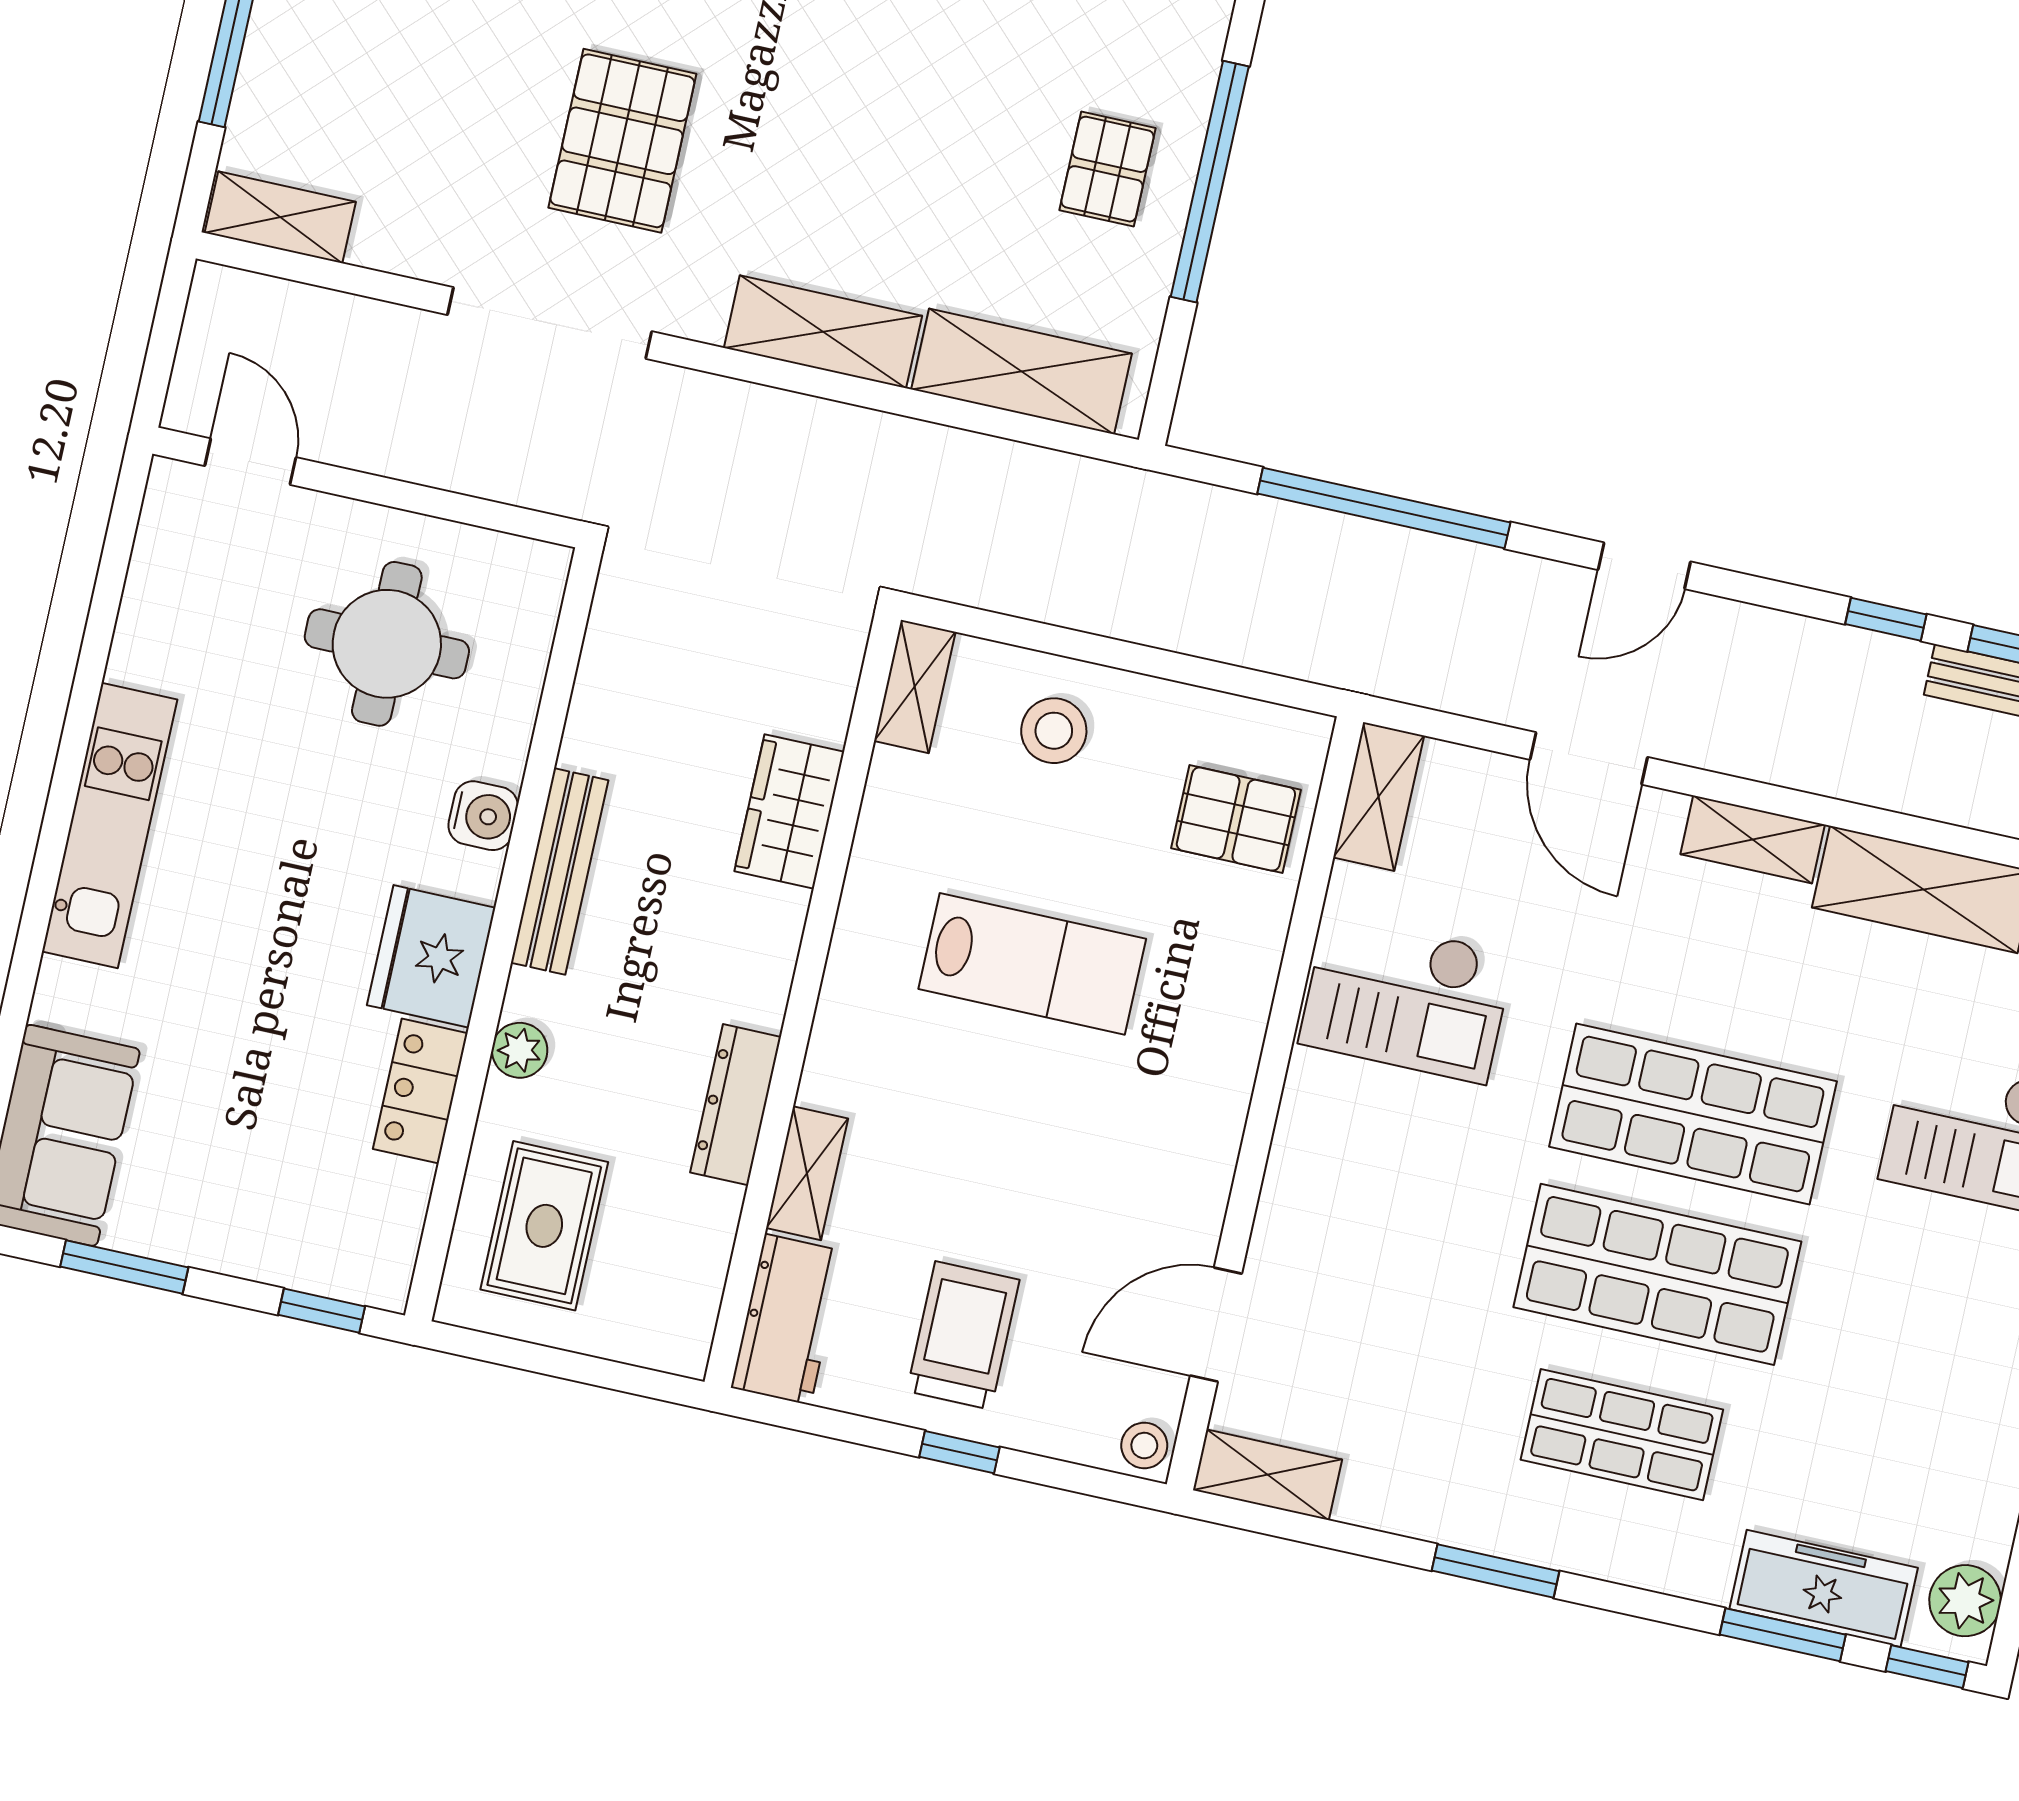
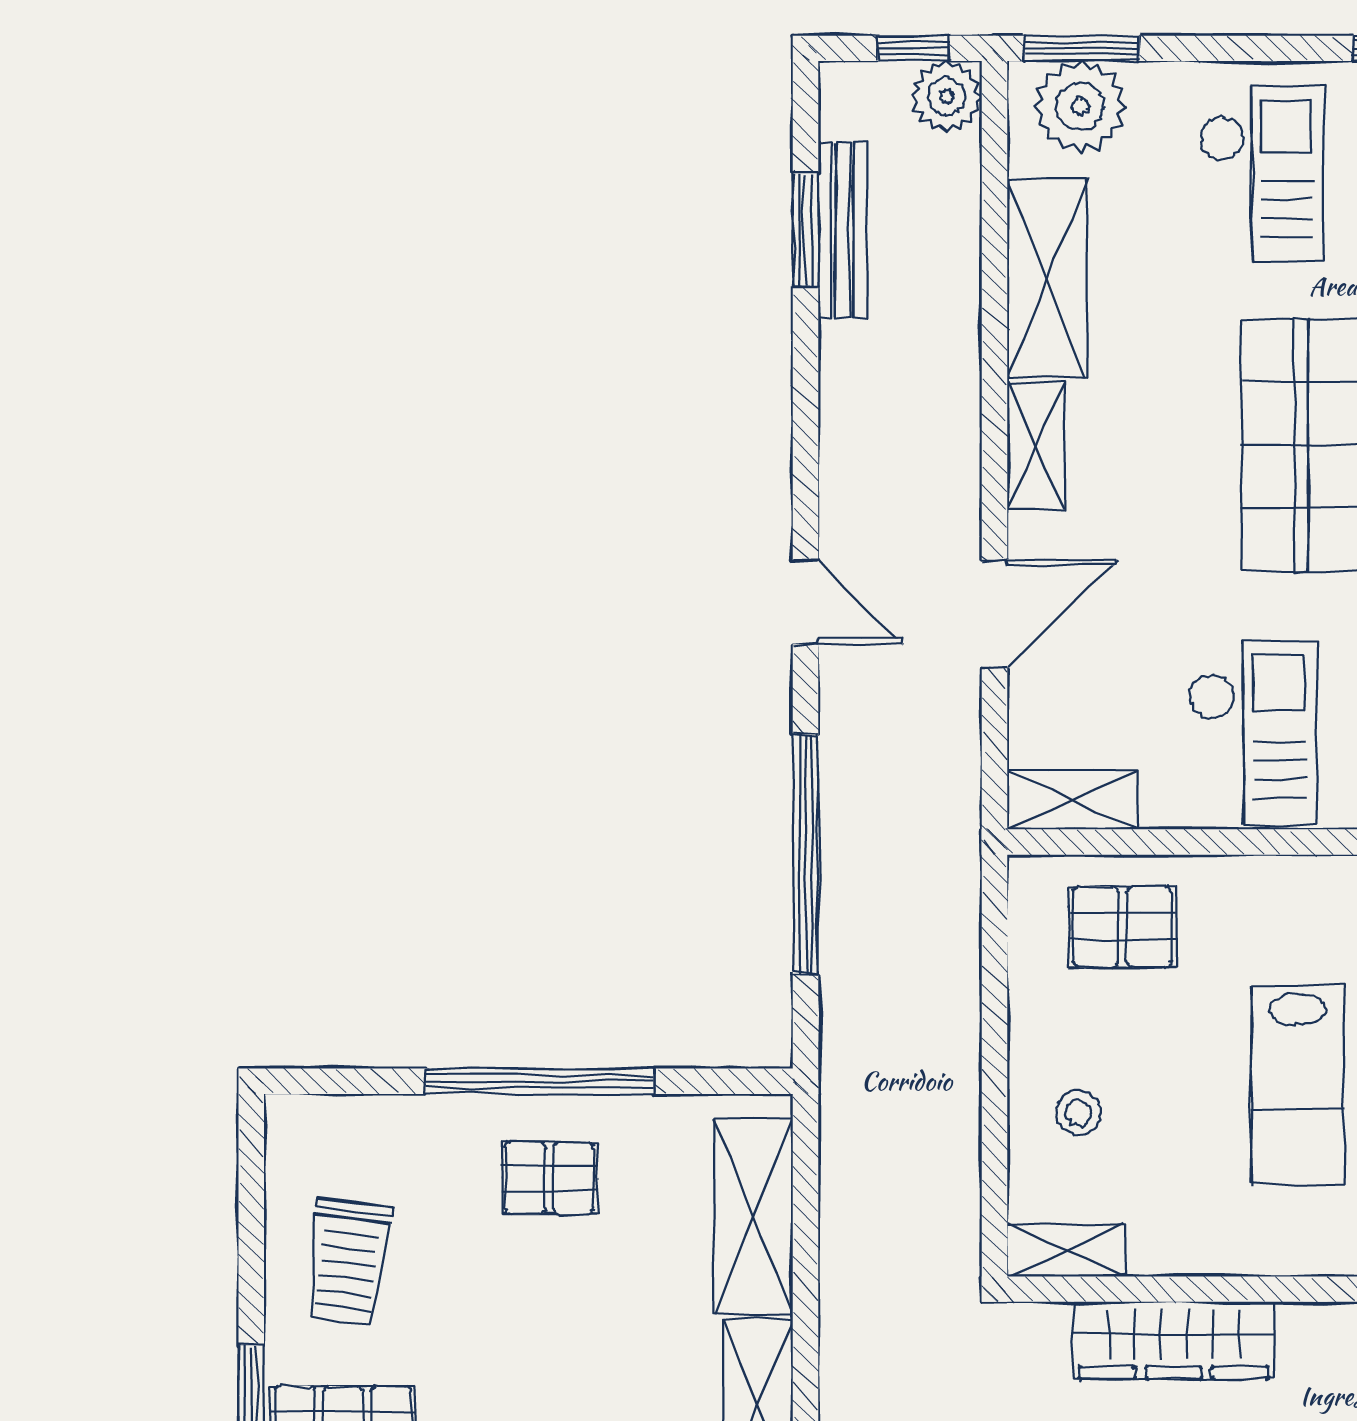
window: (1886, 619) -> (806, 368), removed
stool: (1054, 731) -> (1078, 1113), width x0.73, depth x0.73
wardrobe: (789, 812) -> (1174, 1340), width x1.50
pallet: (1236, 819) -> (1122, 927), turned 90
lab bench: (1032, 964) -> (1298, 1085), turned 180

